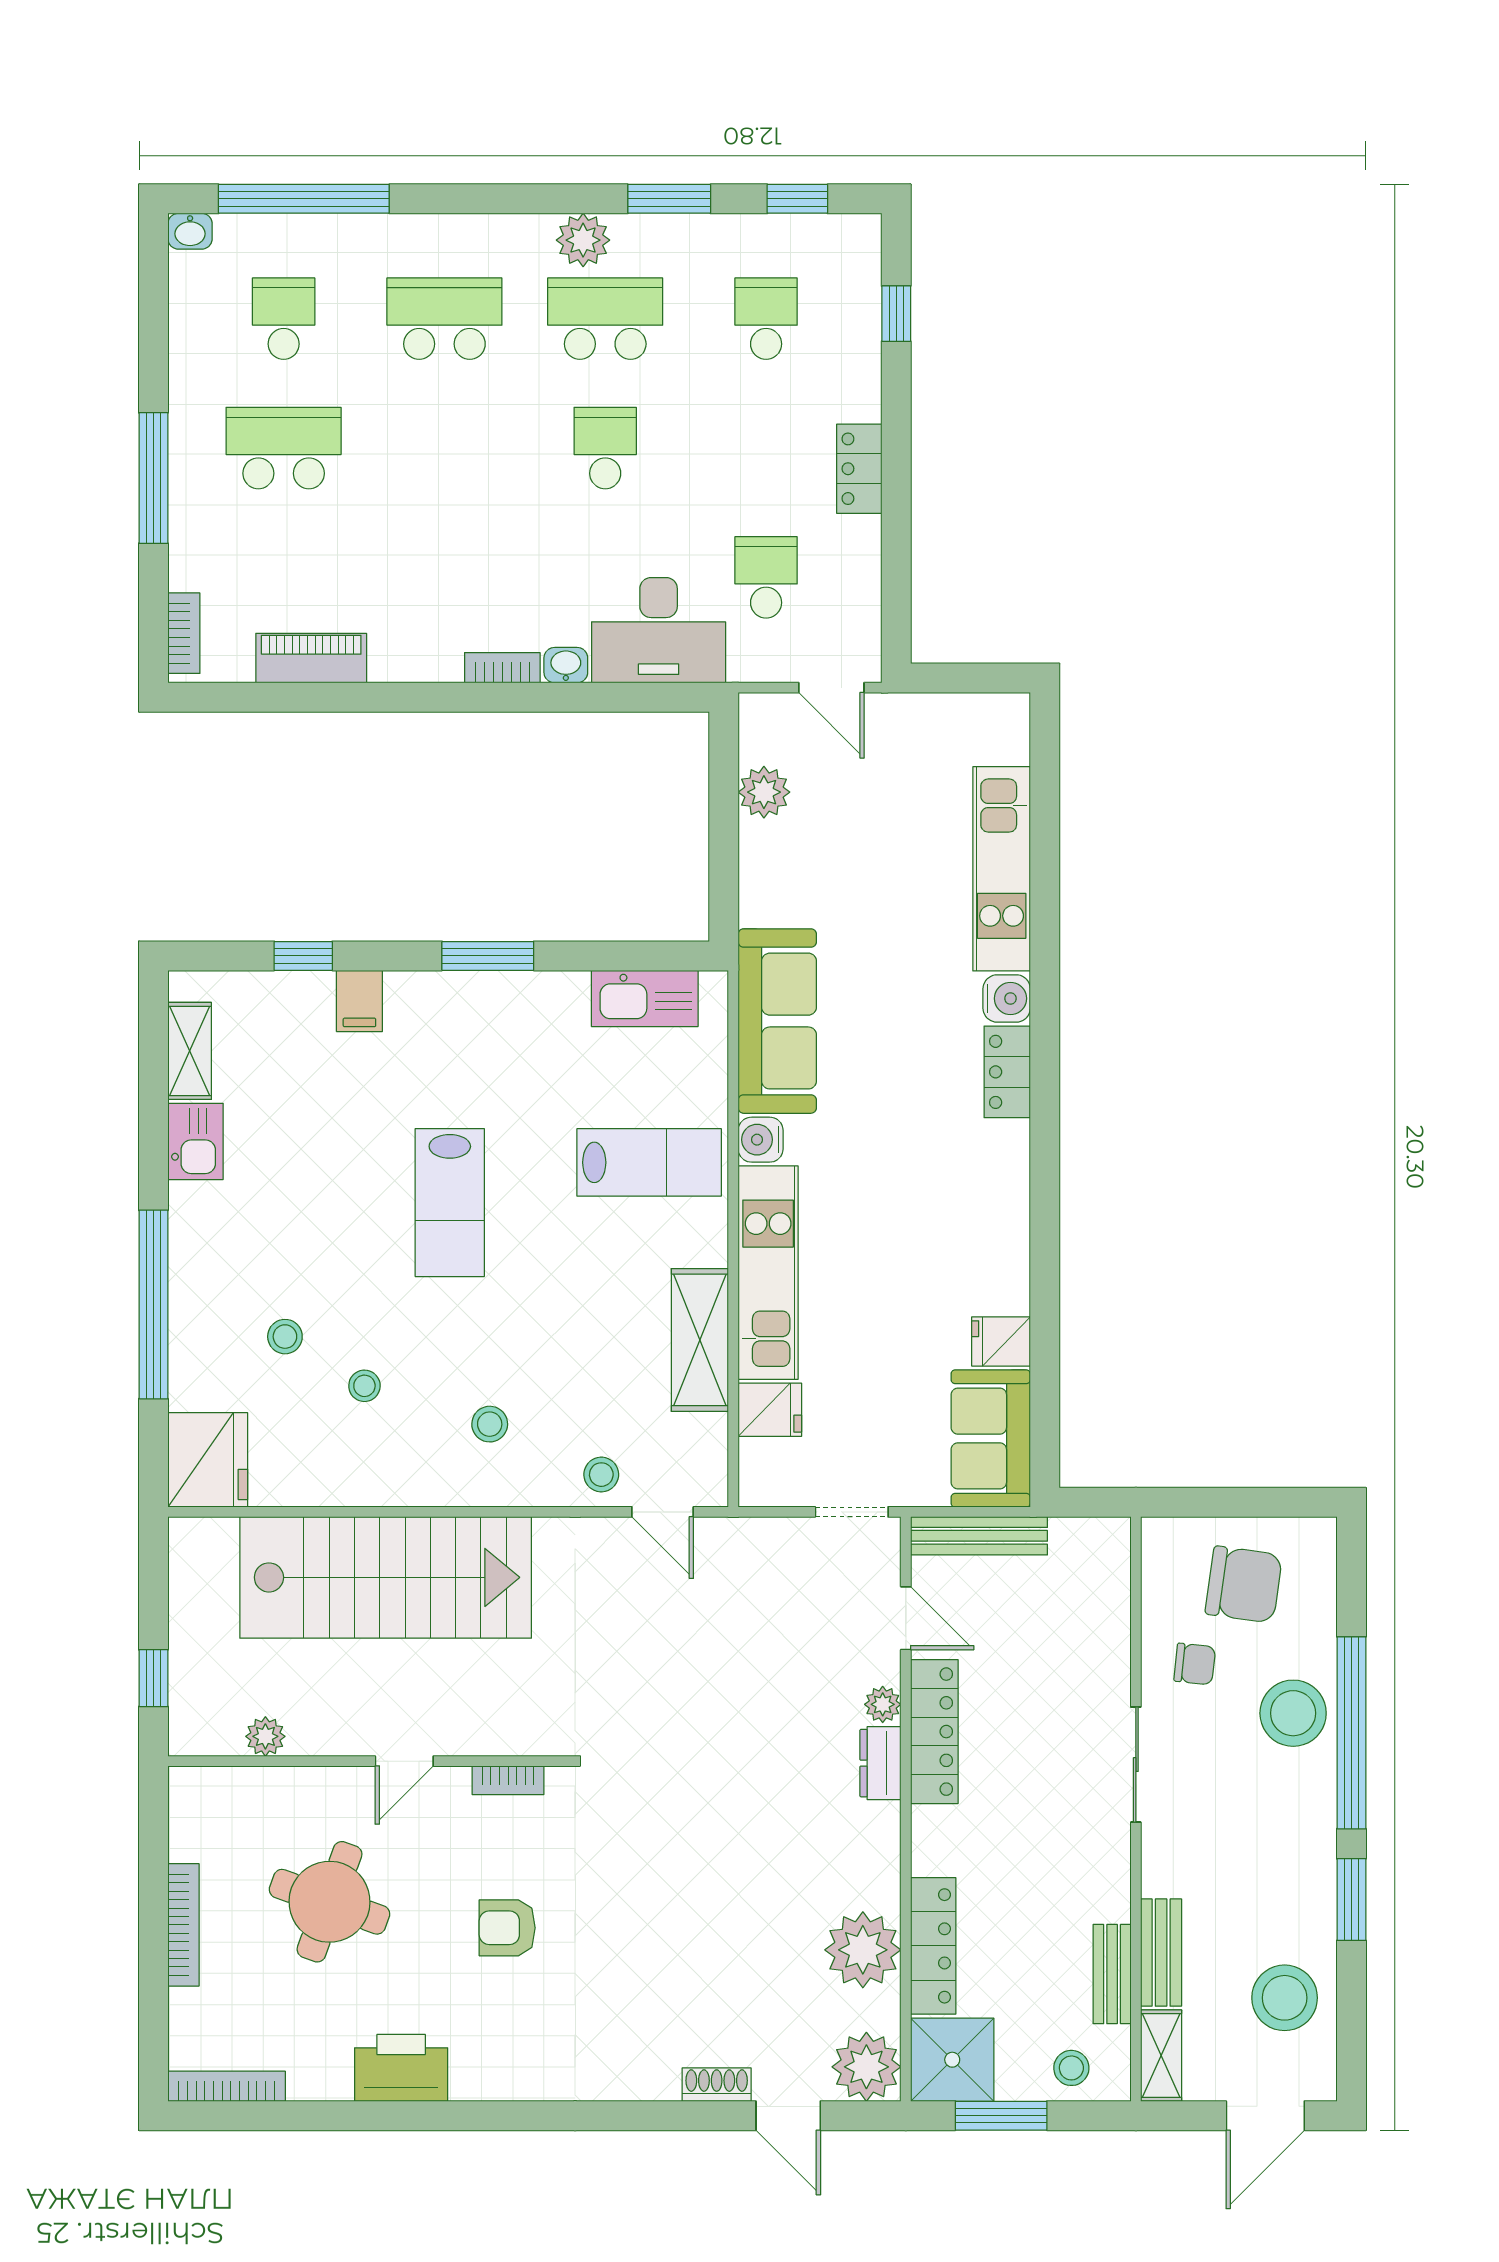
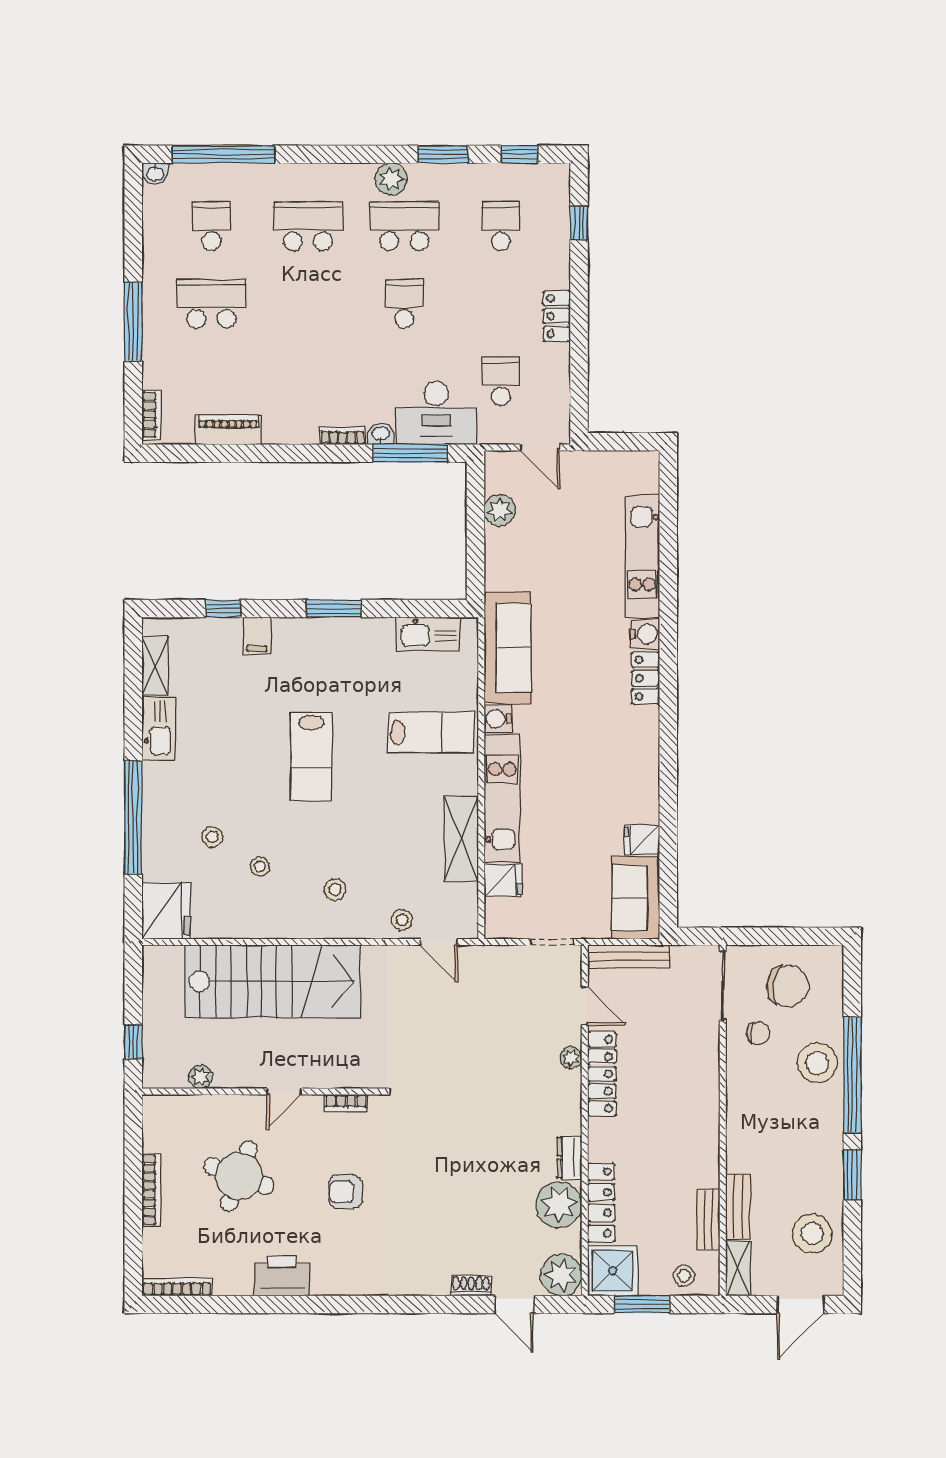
window: (615, 697) -> (410, 453), added
kitchen sink: (195, 1141) -> (159, 728), width x1.38
dresser: (880, 1763) -> (570, 1158), moved
sliding door: (1136, 1765) -> (723, 985), moved

